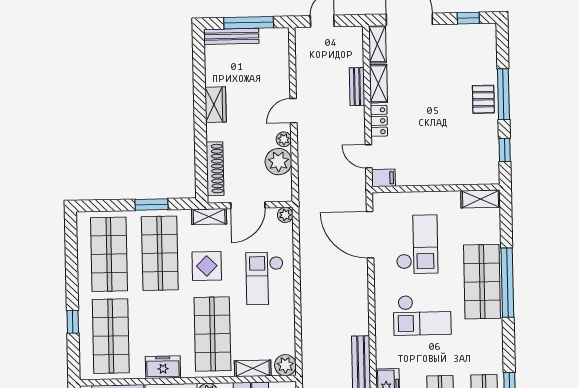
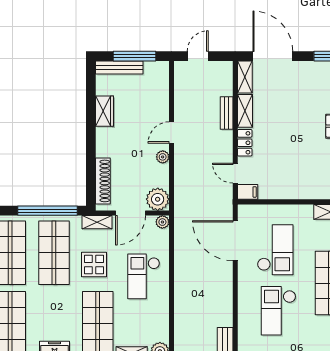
wardrobe: (216, 105) -> (105, 111), moved
plant: (278, 162) -> (158, 199), moved
window: (151, 204) -> (48, 211), width x2.11
checkout: (422, 315) -> (278, 311), turned 90

